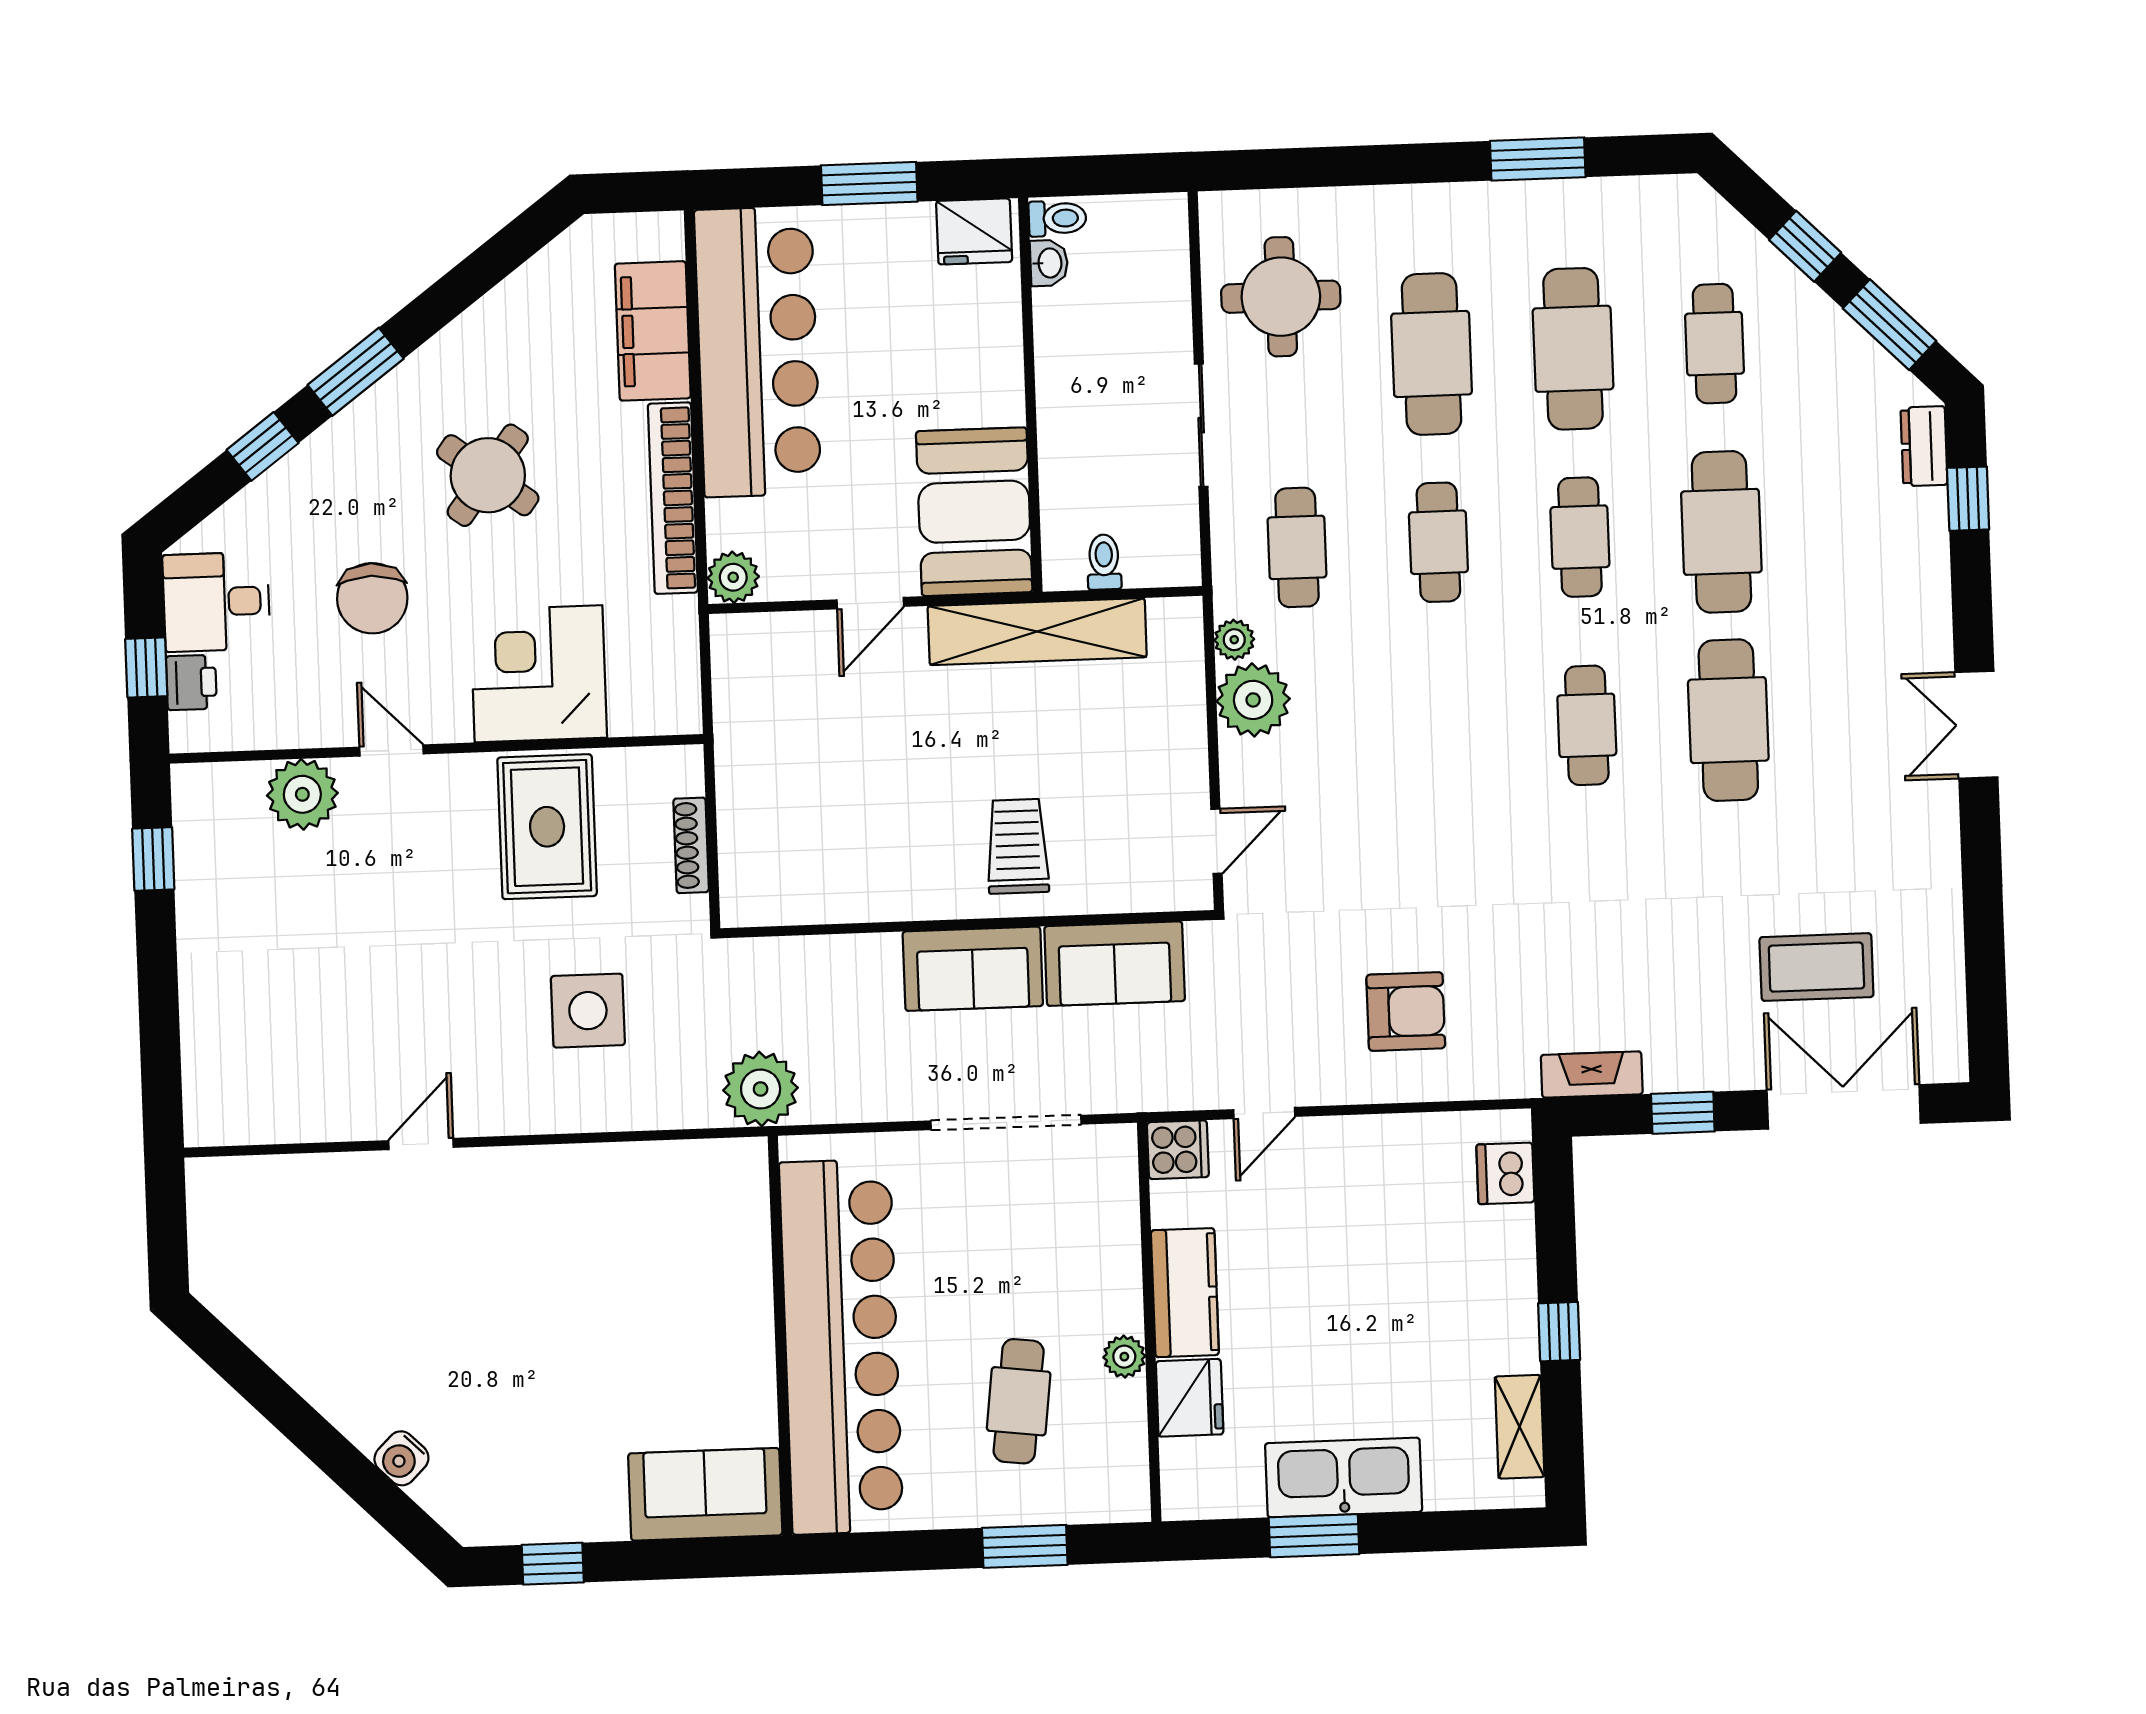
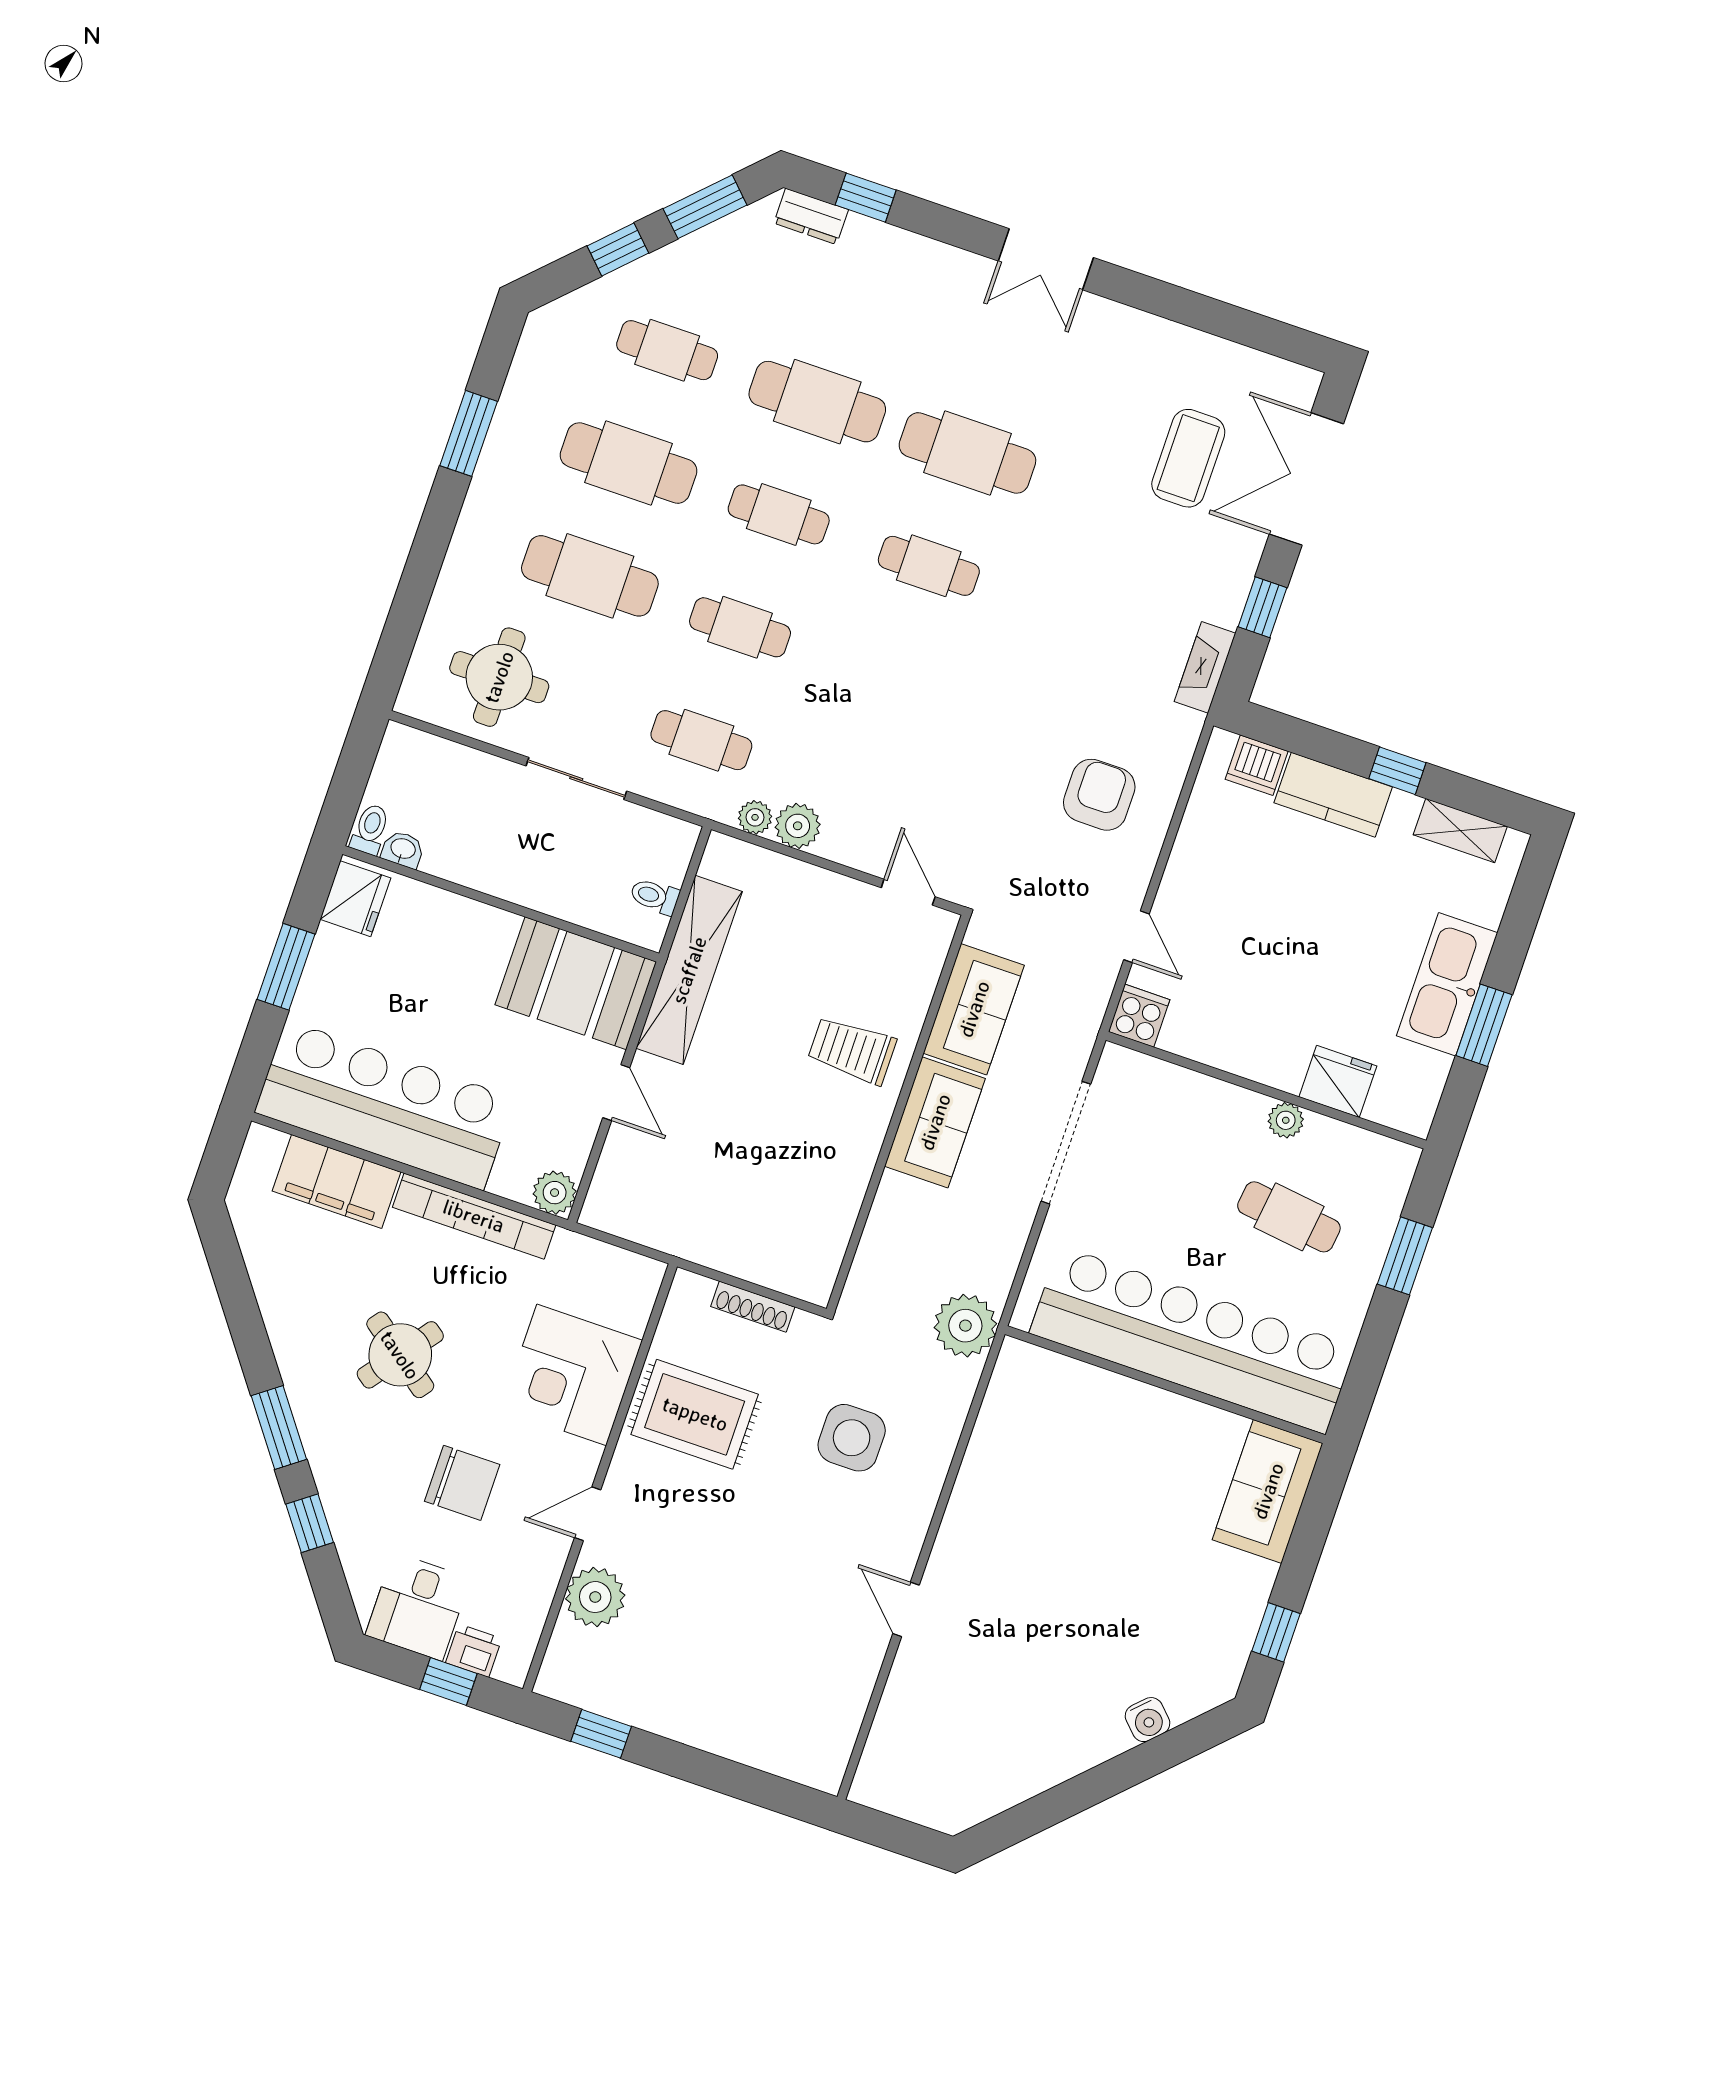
plant: (1253, 700) -> (798, 826), width x0.73, depth x0.73
kitchen counter: (1185, 1293) -> (1333, 795), moved, turned 180

